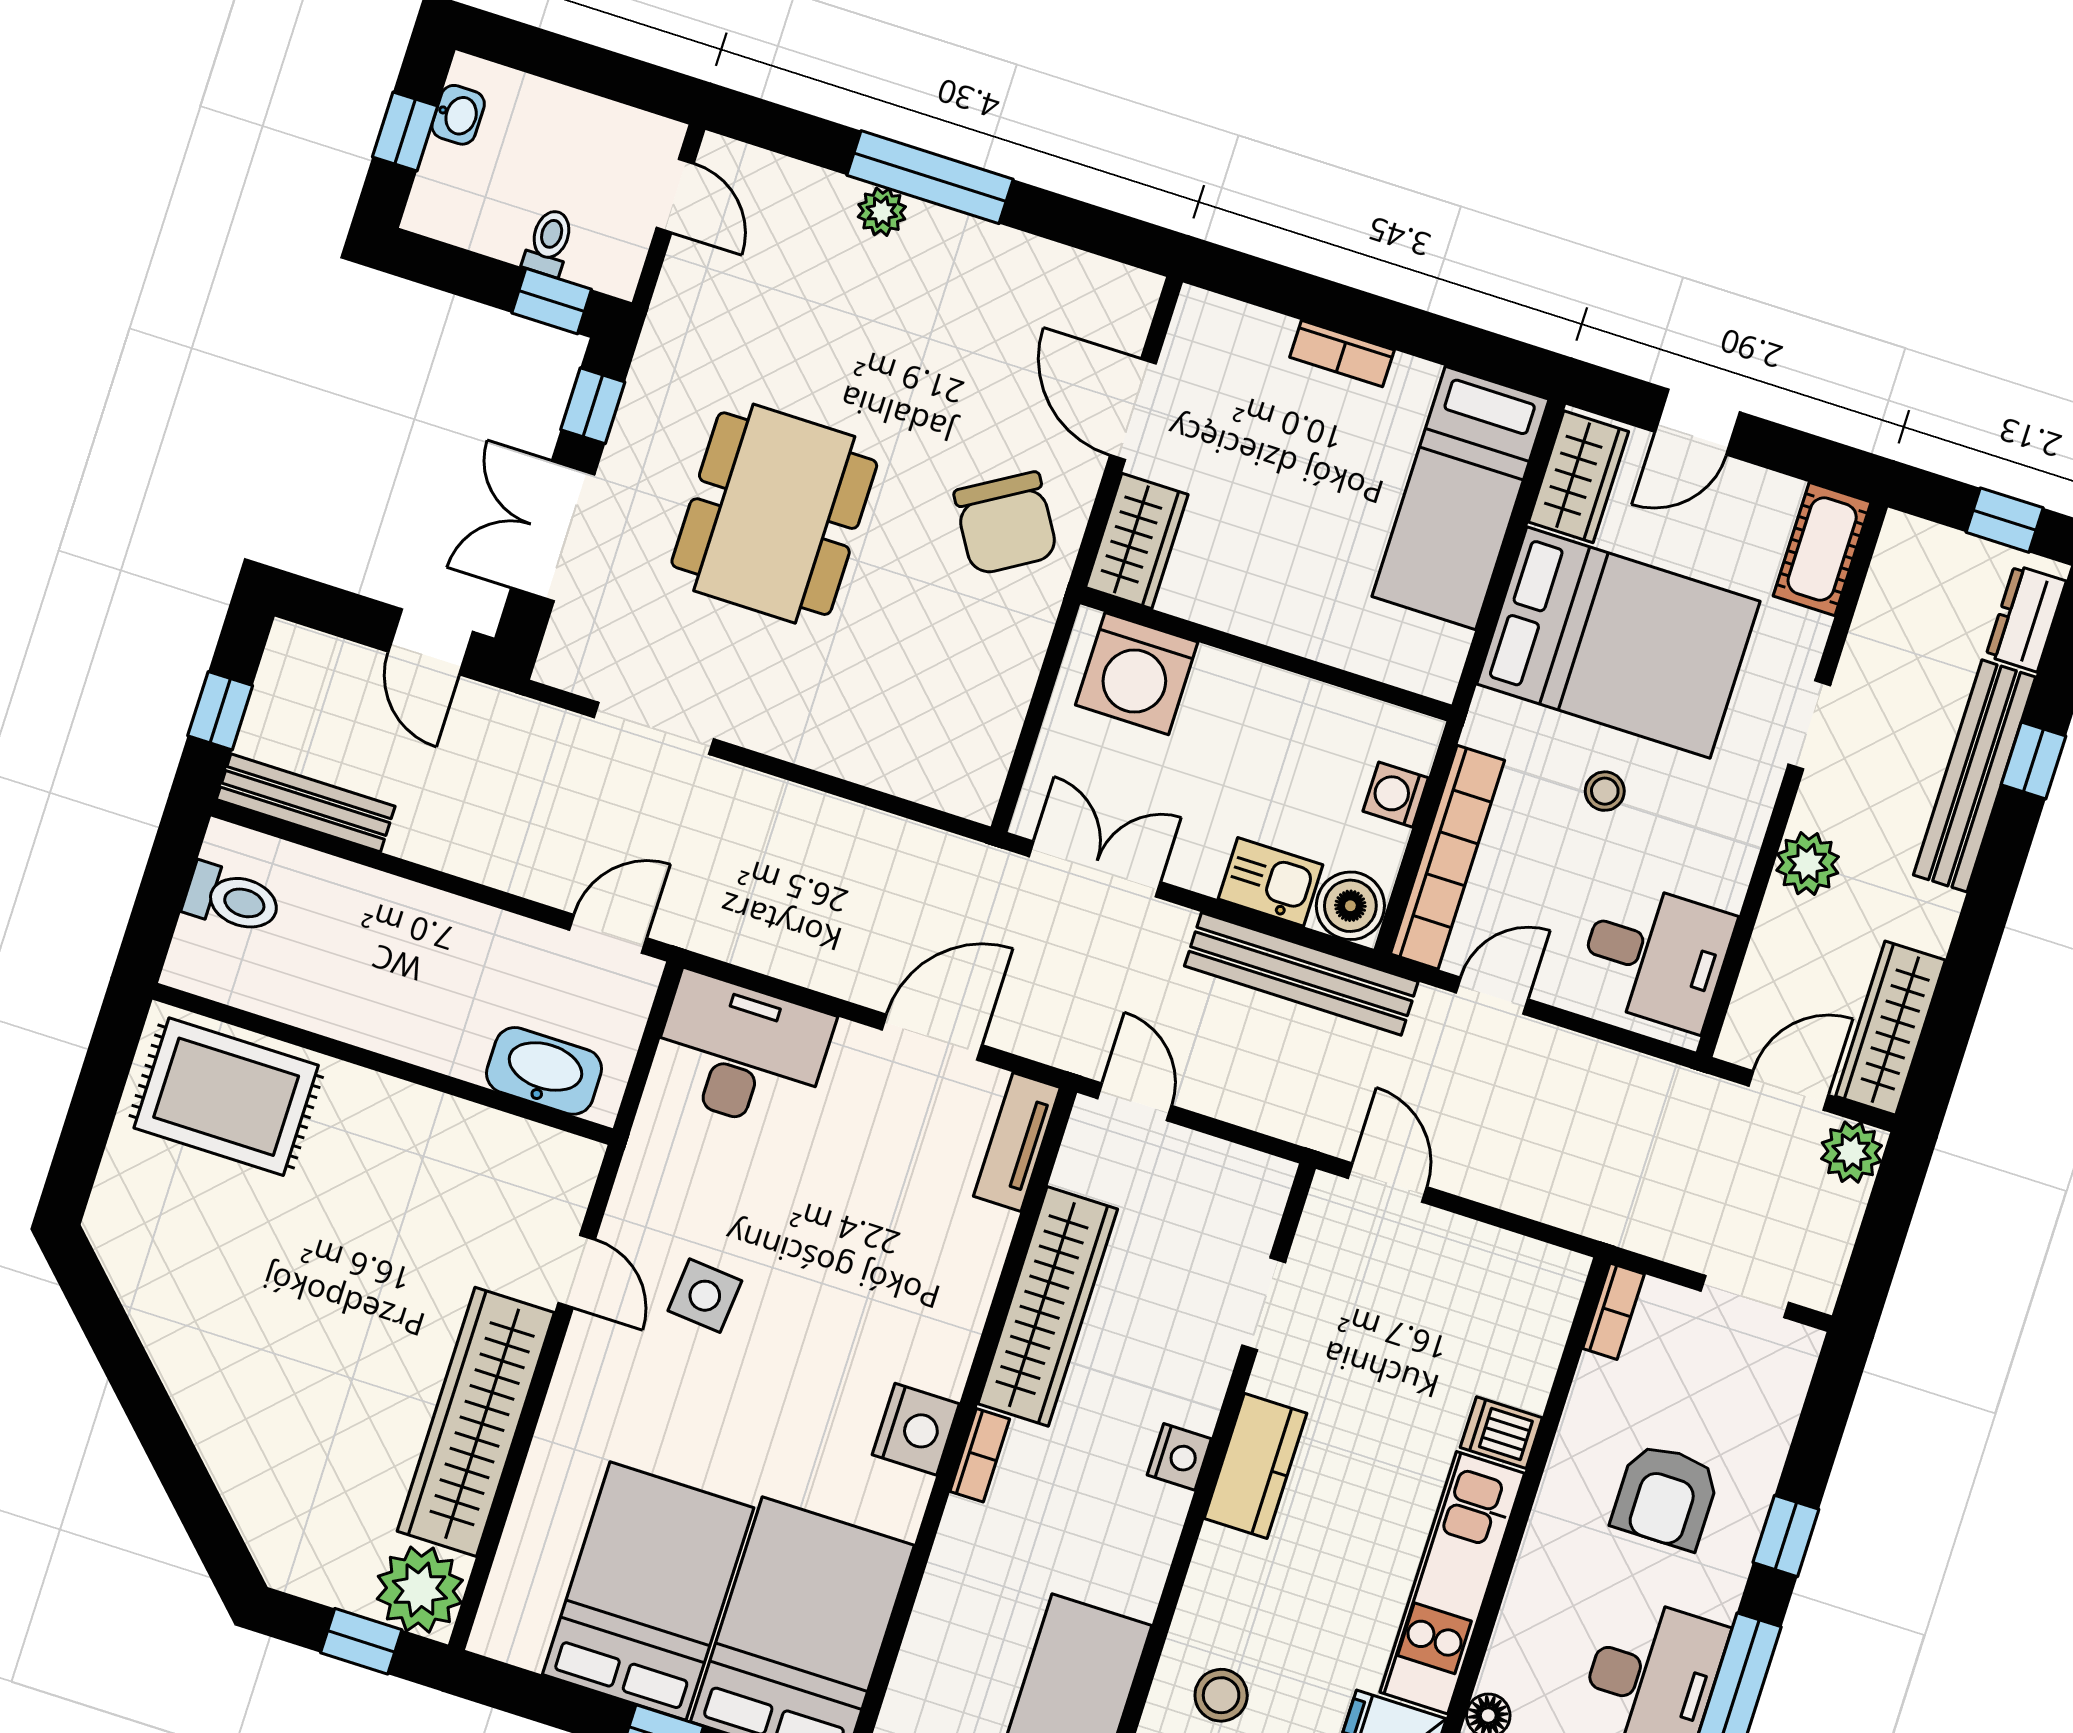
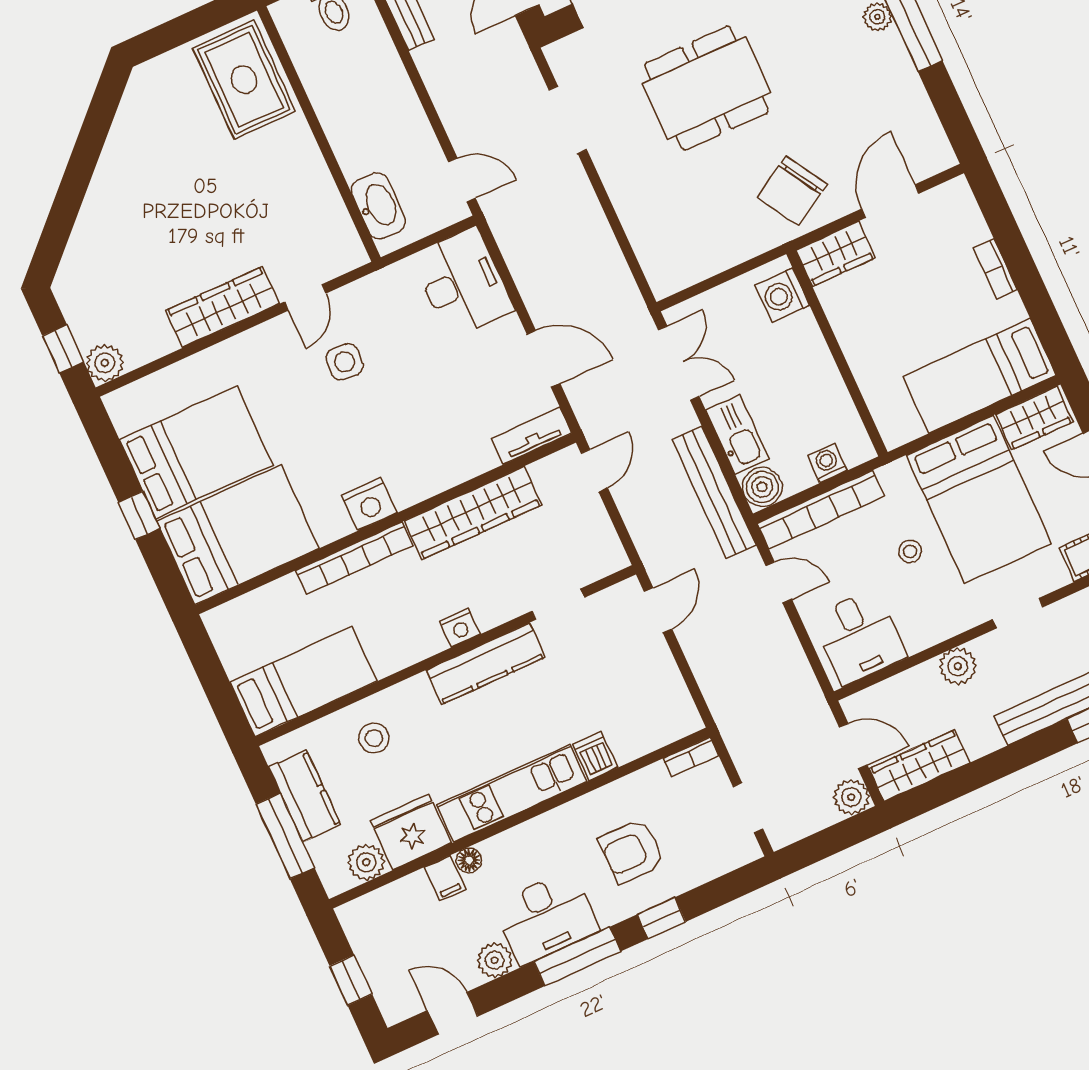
washing machine: (1137, 674) -> (782, 295), width x0.73, depth x0.73
kitchen sink: (1271, 882) -> (737, 435), width x1.38
wardrobe: (476, 1422) -> (222, 307), width x0.71, depth x0.85
bookcase: (980, 1455) -> (354, 558), width x2.31, depth x1.31
kitchen counter: (1256, 1466) -> (486, 664), width x1.50
plant: (420, 1590) -> (105, 363), width x0.73, depth x0.73

